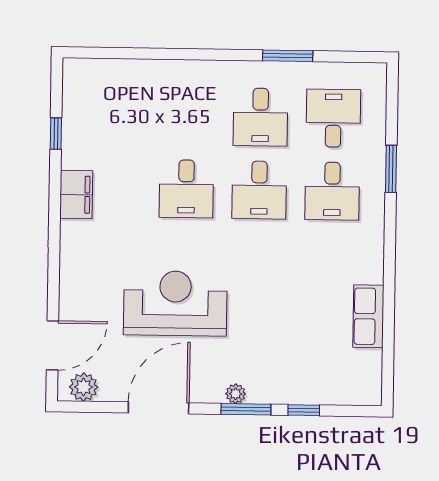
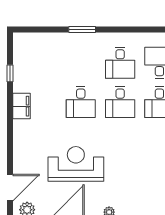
window: (288, 56) -> (82, 29), moved

